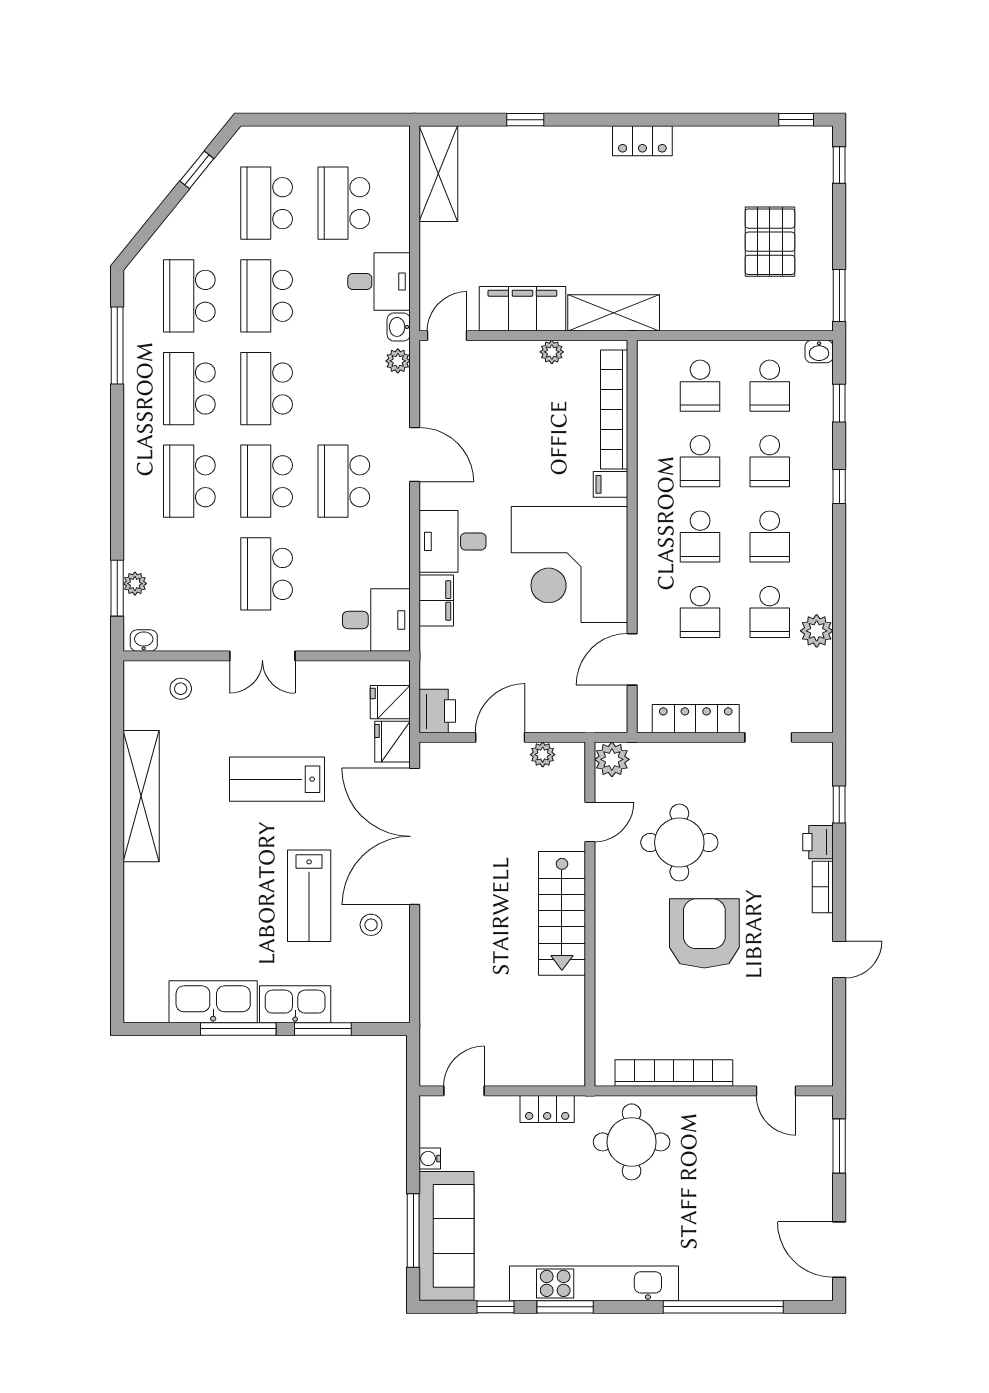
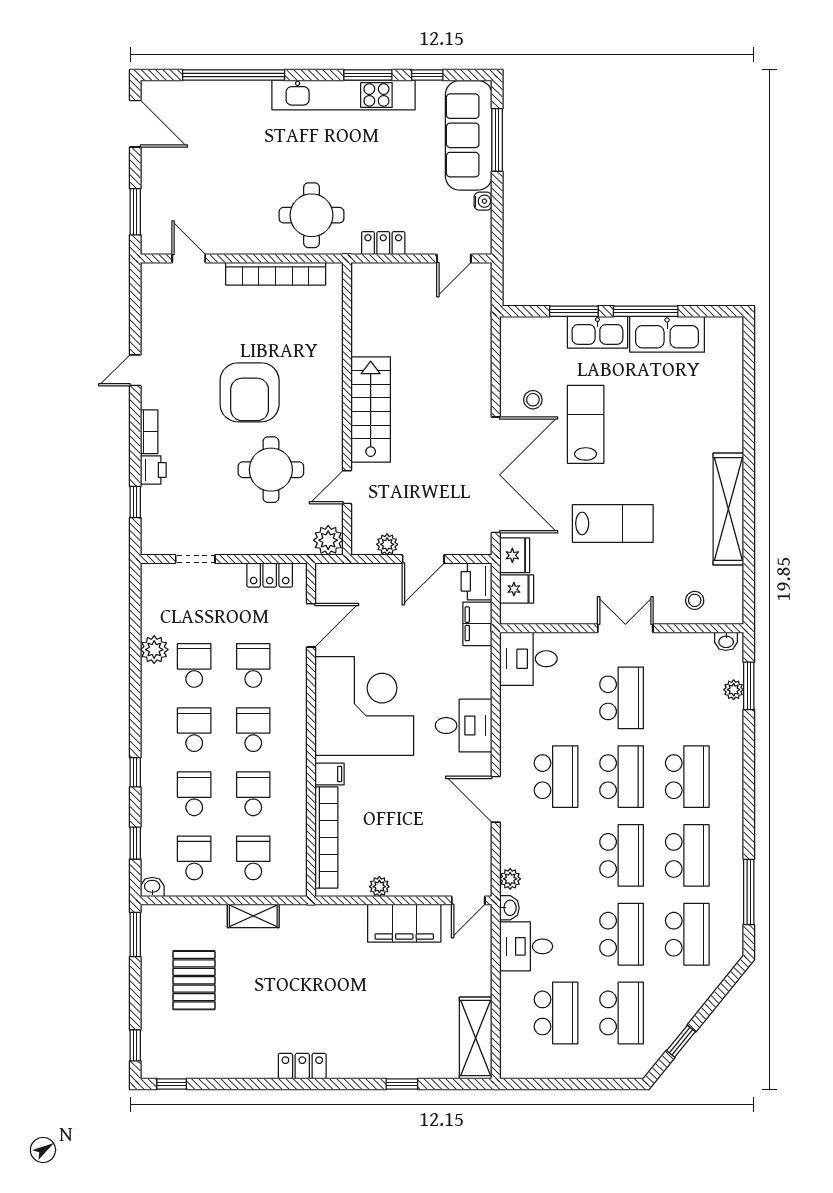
shelving: (614, 313) -> (253, 916), moved, width x0.67, depth x0.75
filing cabinet: (436, 600) -> (477, 624), moved
locker: (696, 719) -> (270, 575), width x0.66

